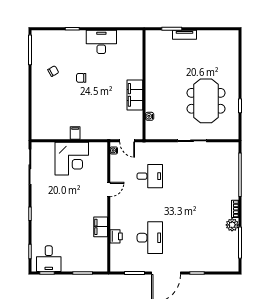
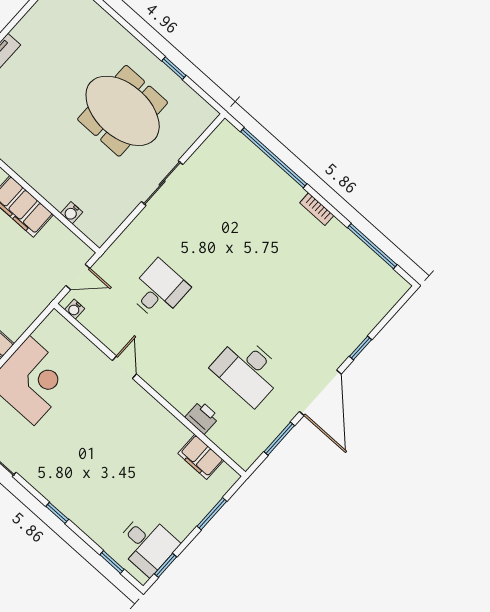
plant: (232, 225) -> (336, 234), removed
filing cabinet: (101, 227) -> (201, 457), moved
desk: (150, 238) -> (248, 370), turned 180

